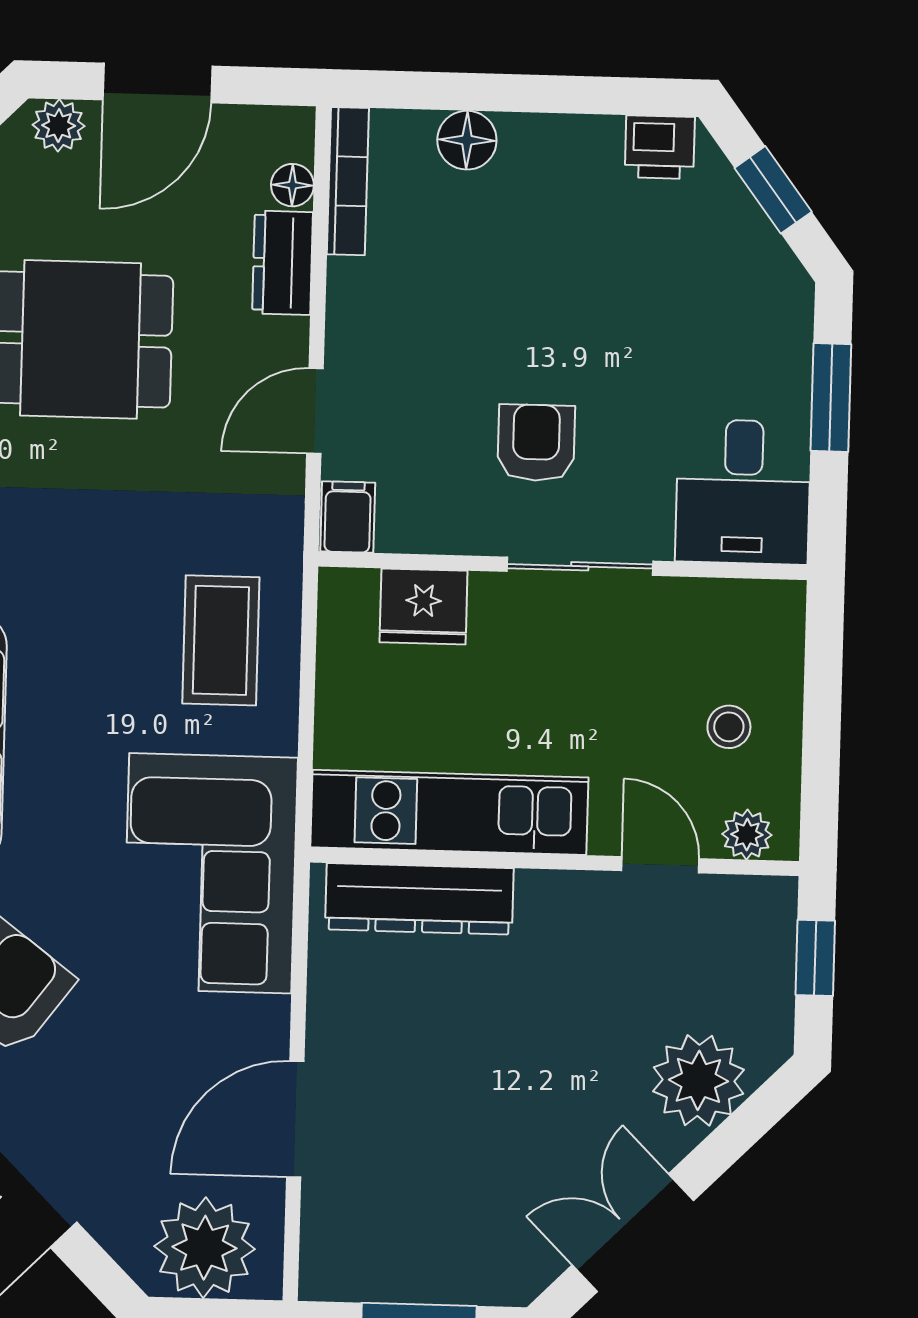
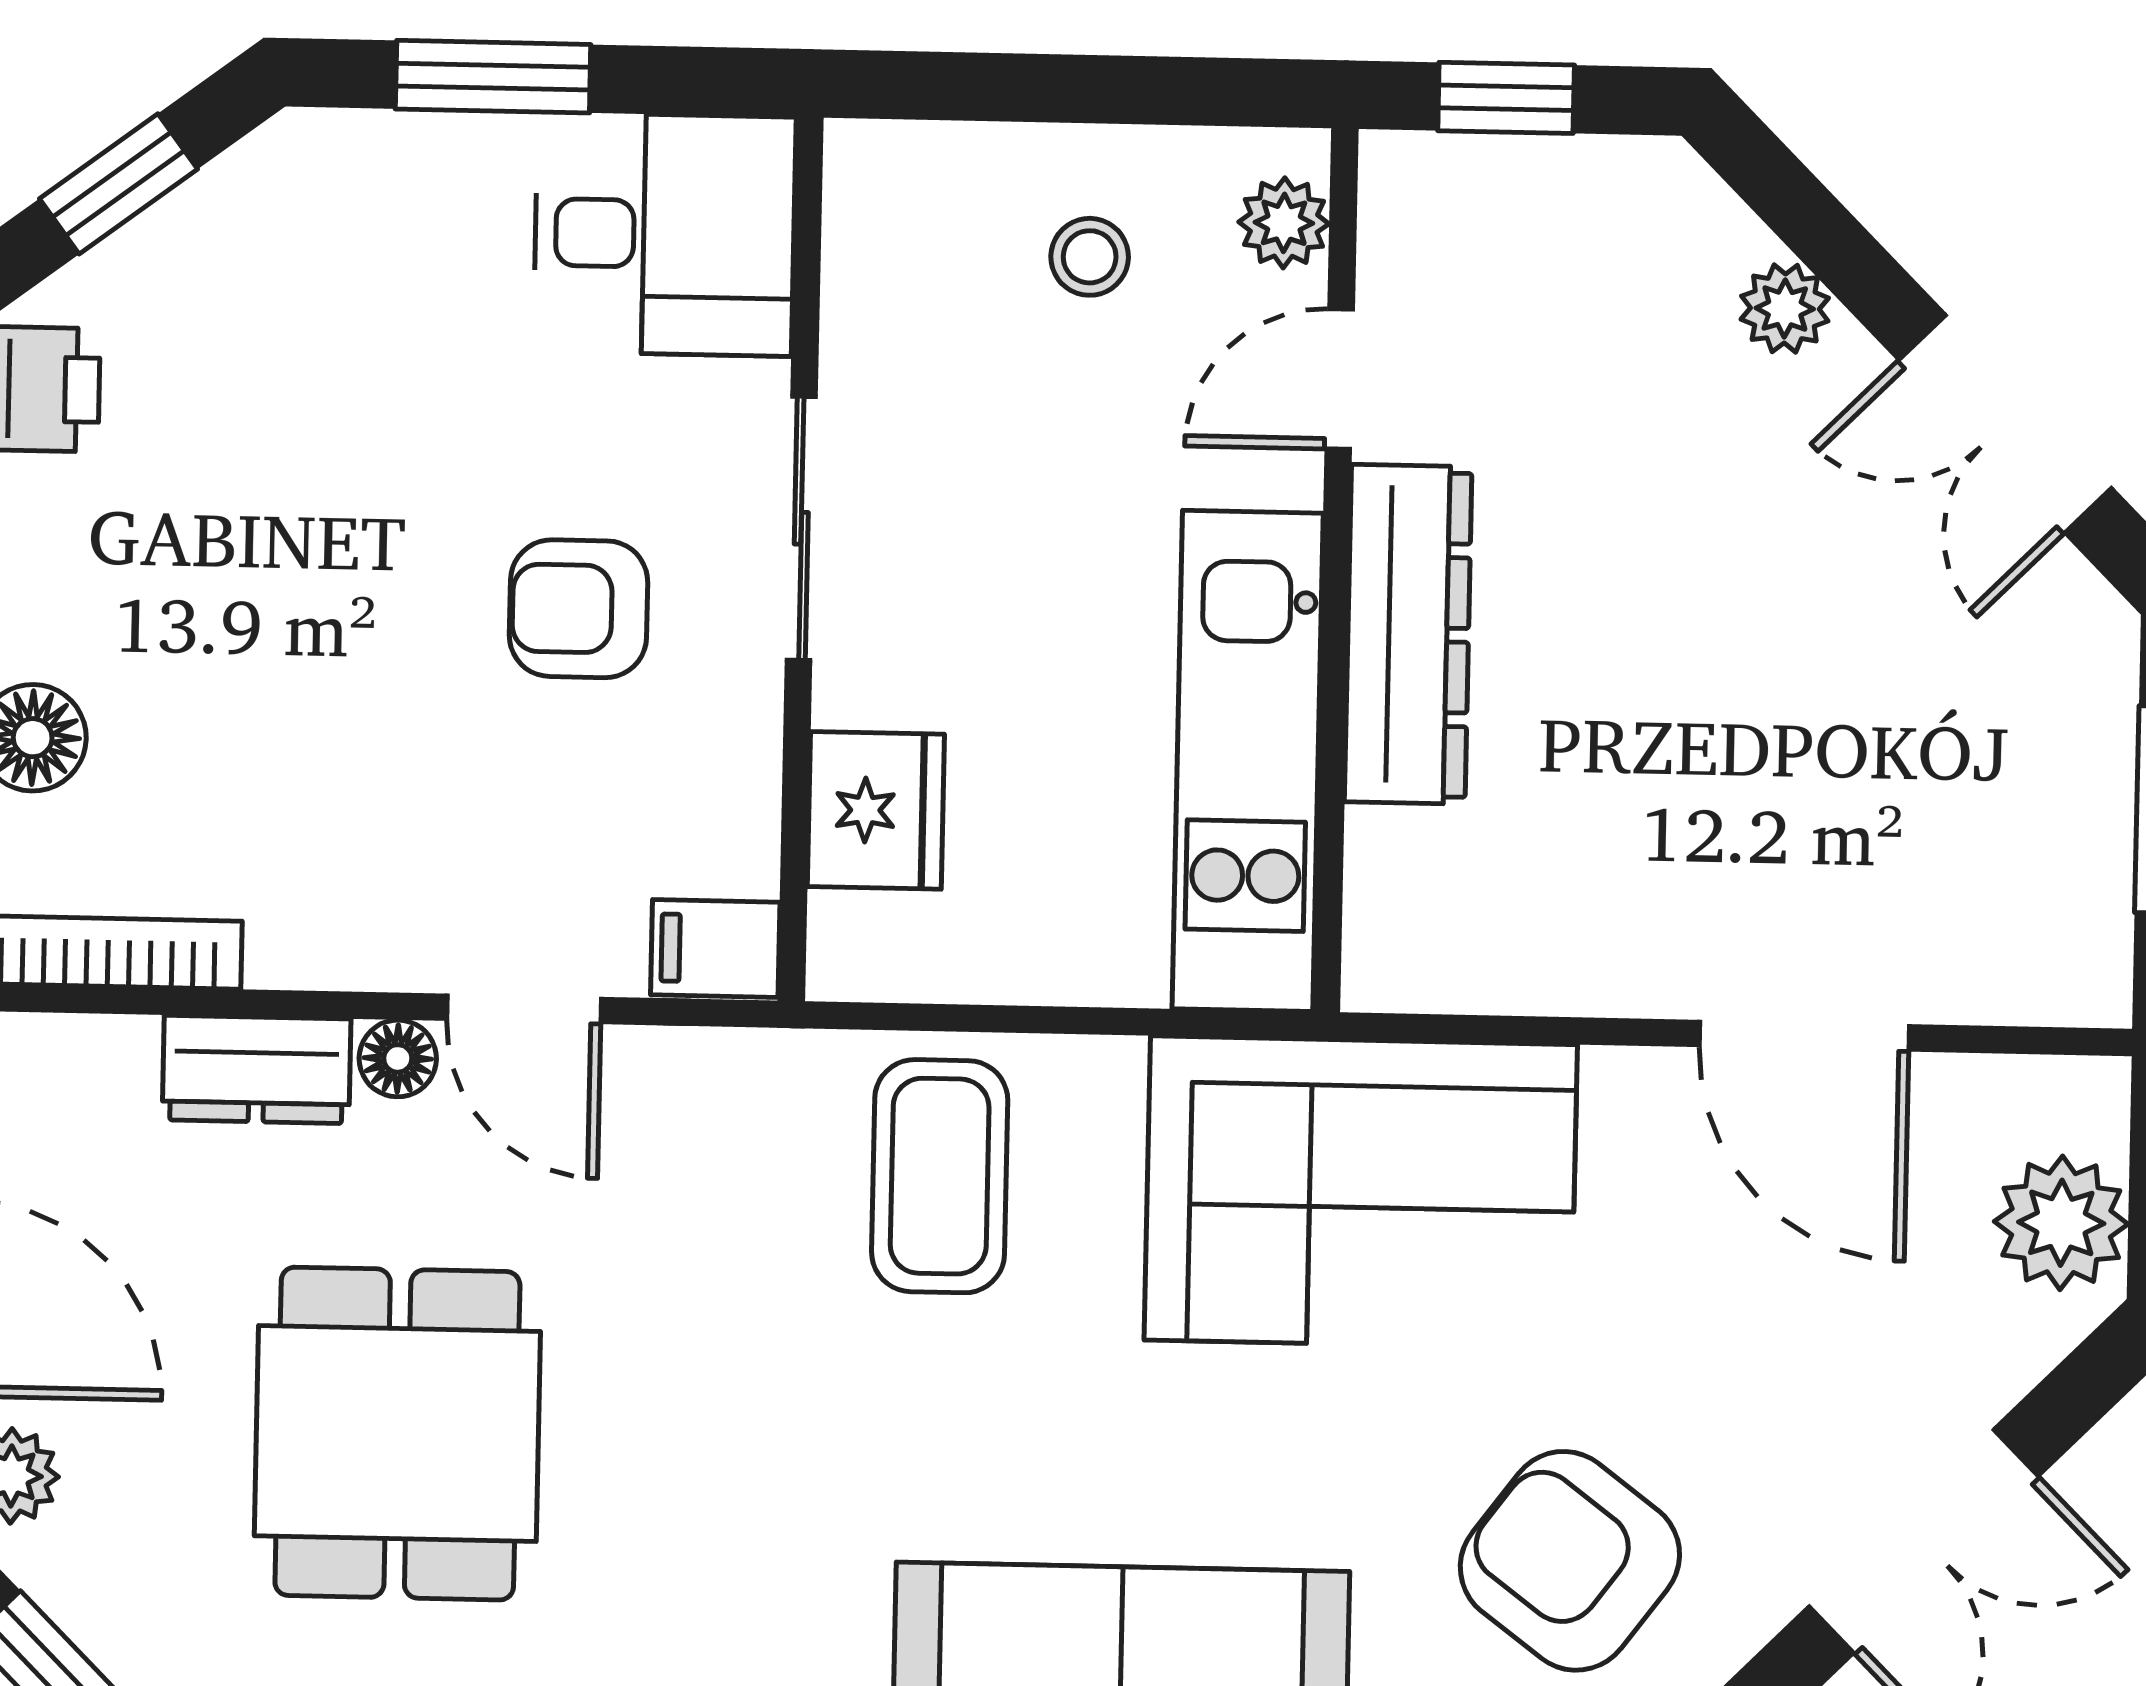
floor lamp: (292, 185) -> (398, 1058), moved
coffee table: (221, 640) -> (940, 1176), turned 90
dresser: (419, 899) -> (1408, 634), moved
plant: (698, 1080) -> (1785, 309), width x0.53, depth x0.53
plant: (205, 1248) -> (2061, 1223), width x0.73, depth x0.73

